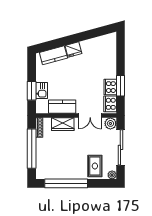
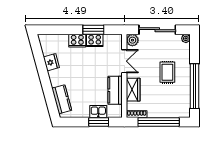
fridge: (73, 49) -> (51, 62), moved
cooker: (110, 104) -> (77, 41), moved
rug: (95, 166) -> (167, 72), moved, turned 90

